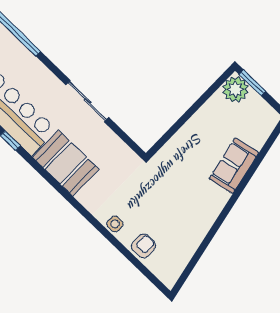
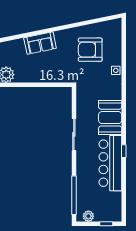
armchair: (144, 246) -> (90, 50), moved, width x1.88, depth x1.88

